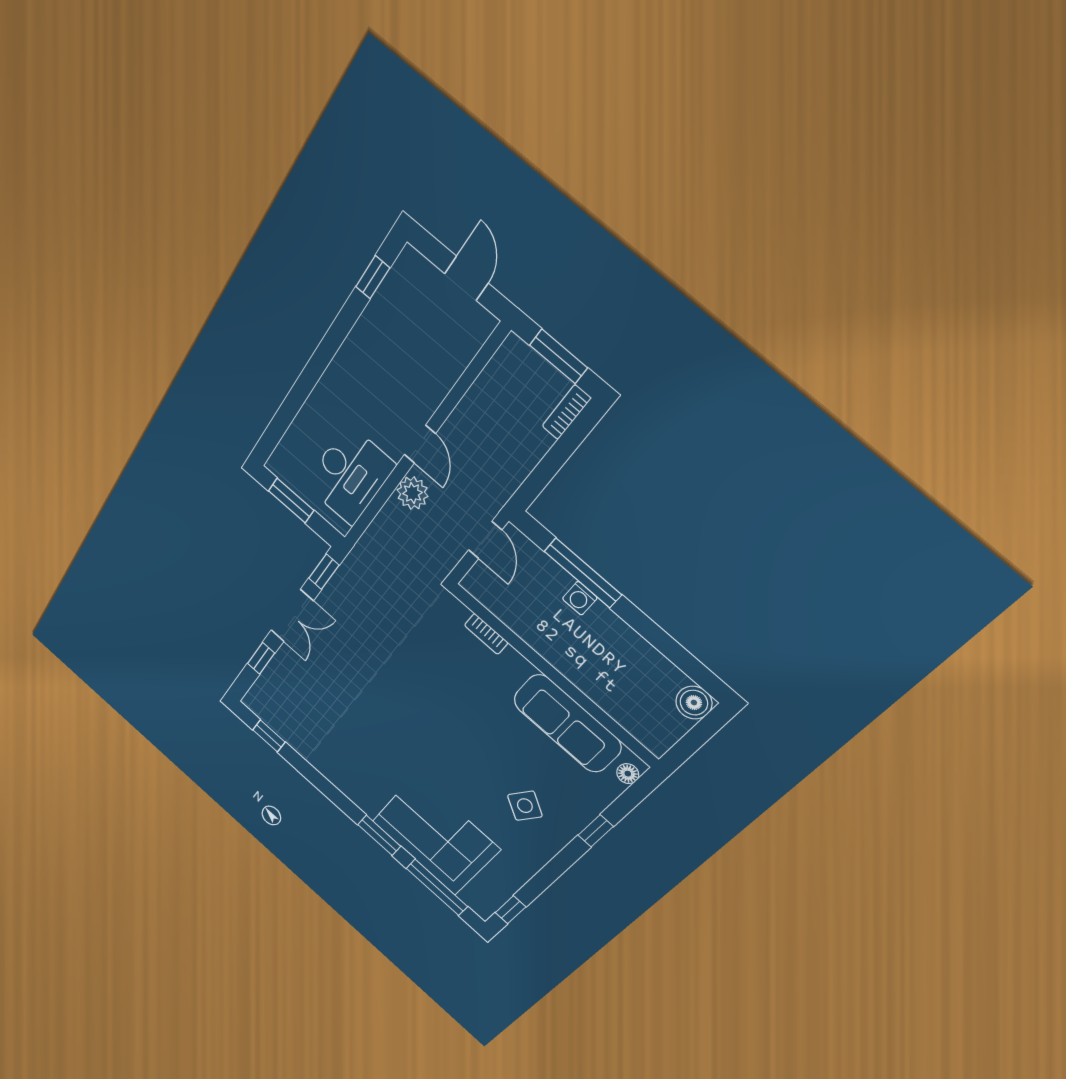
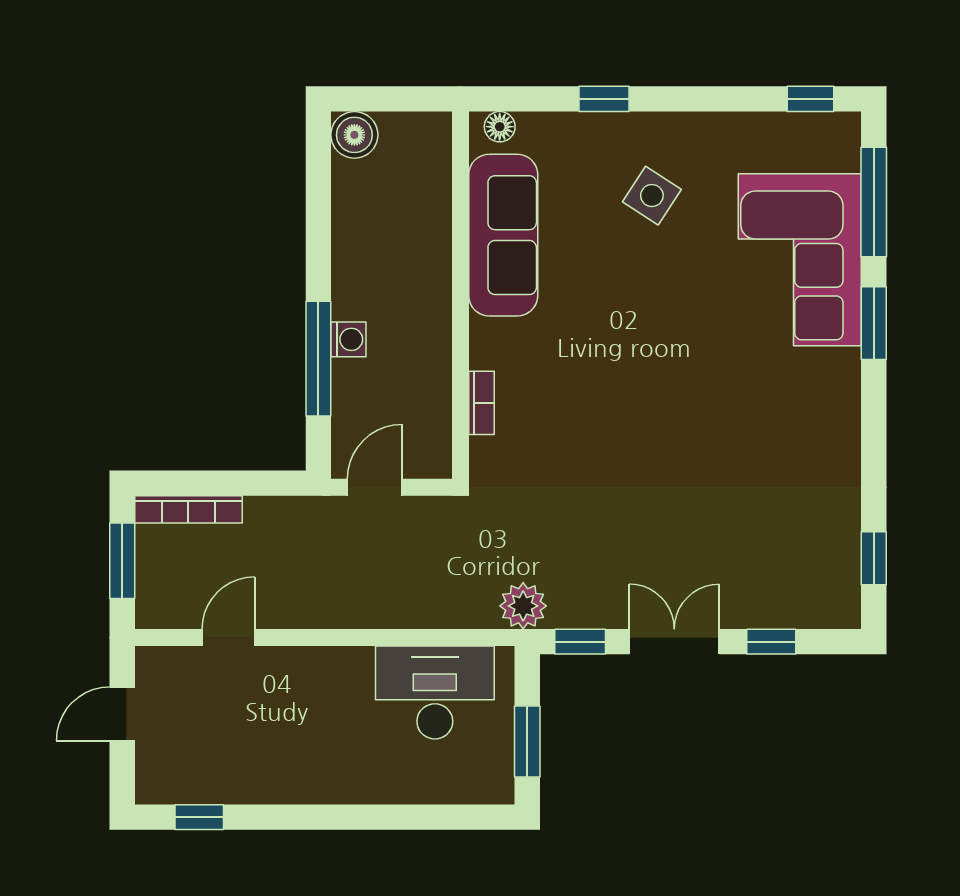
bookcase: (566, 412) -> (188, 509), width x1.56
door: (420, 444) -> (228, 638), moved
plant: (412, 493) -> (523, 606), moved

